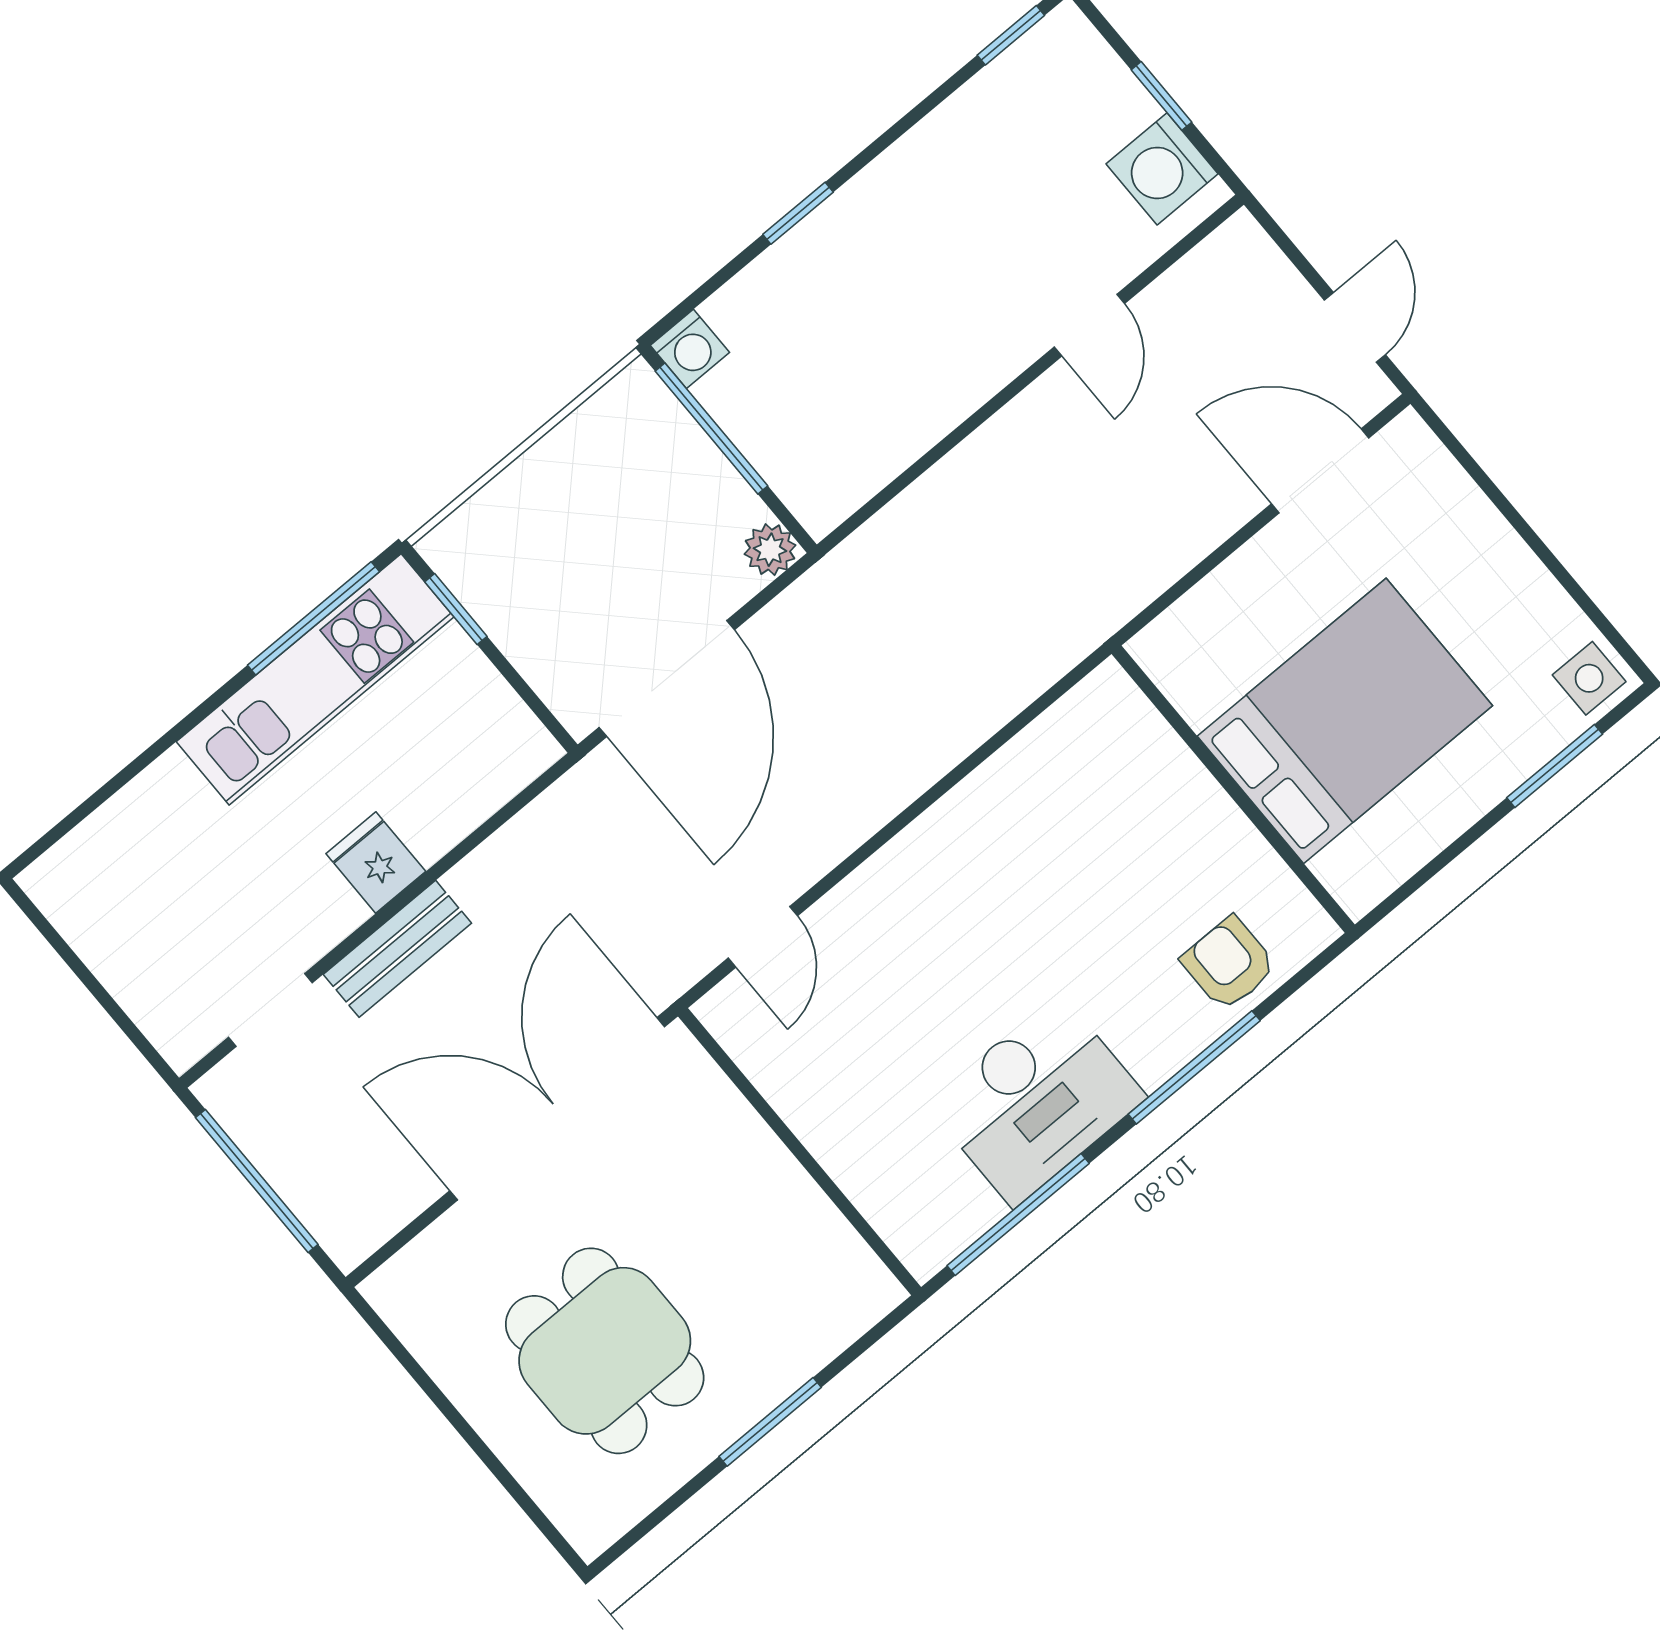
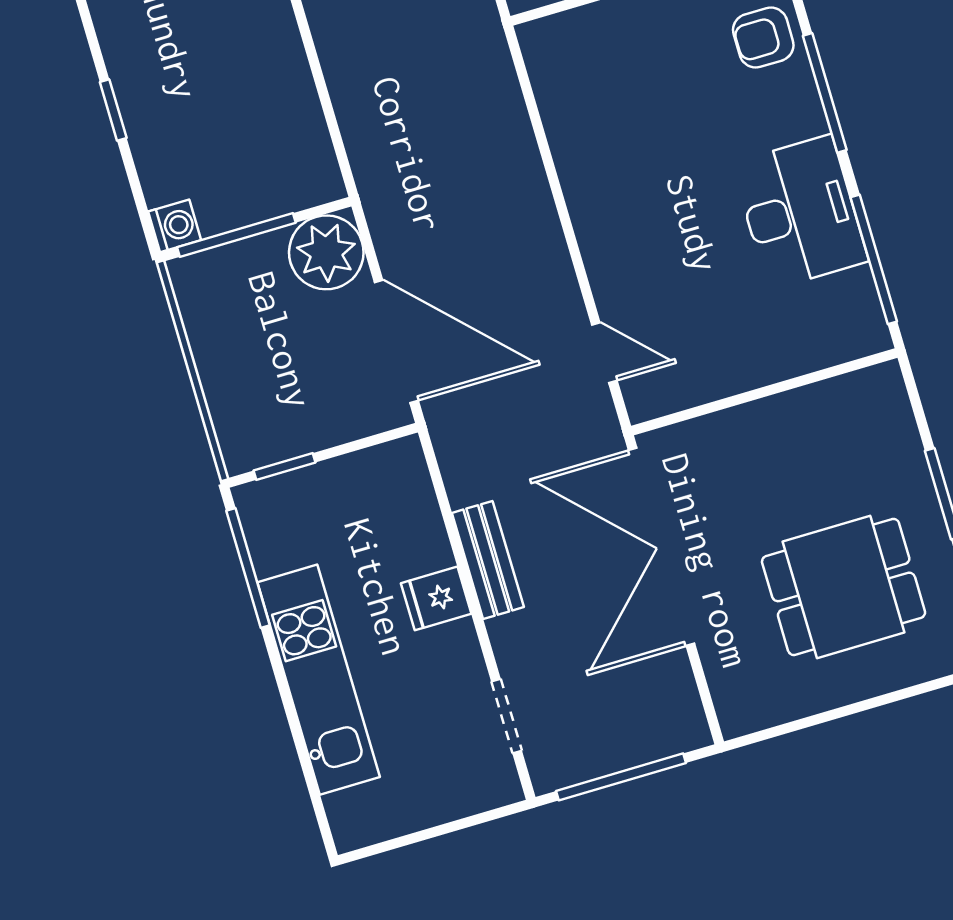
plant: (770, 550) -> (326, 252), width x1.88, depth x1.88
kitchen unit: (315, 679) -> (319, 680), moved
bench: (397, 949) -> (488, 560), moved

